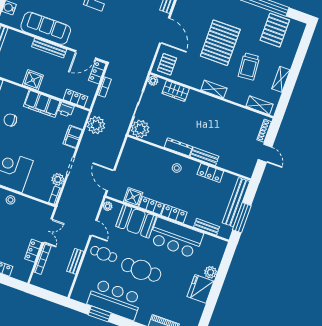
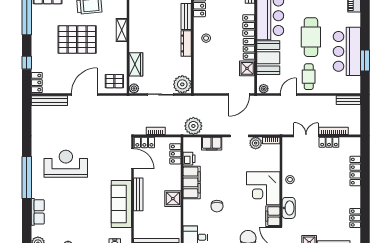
bench: (75, 261) -> (348, 100), moved

